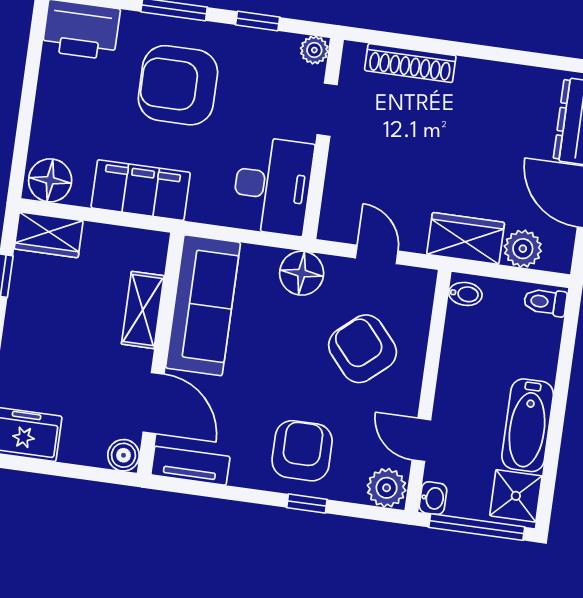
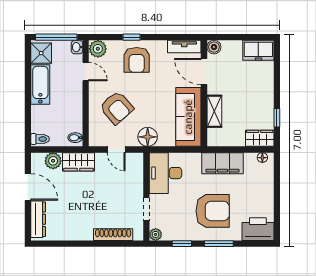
floor lamp: (50, 180) -> (262, 158), width x0.53, depth x0.53

